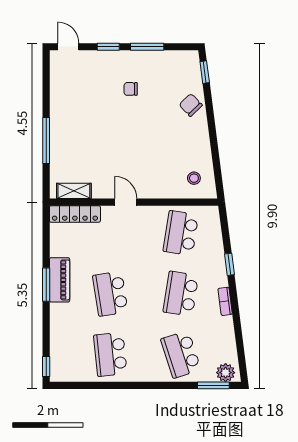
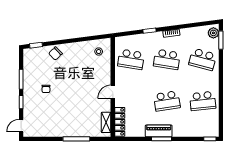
school desk: (181, 354) -> (203, 59), turned 33

